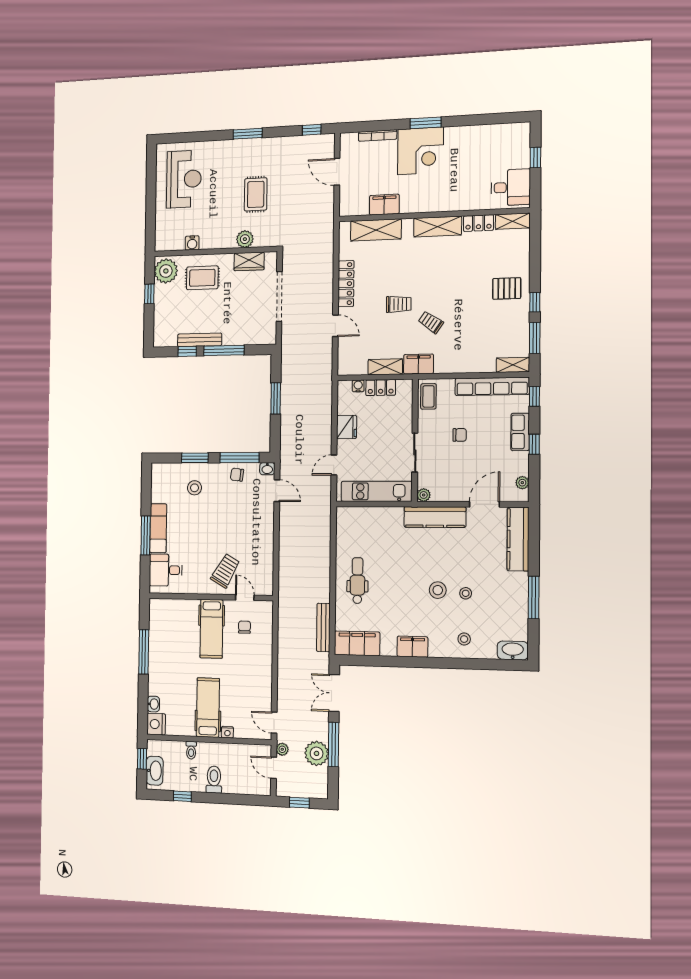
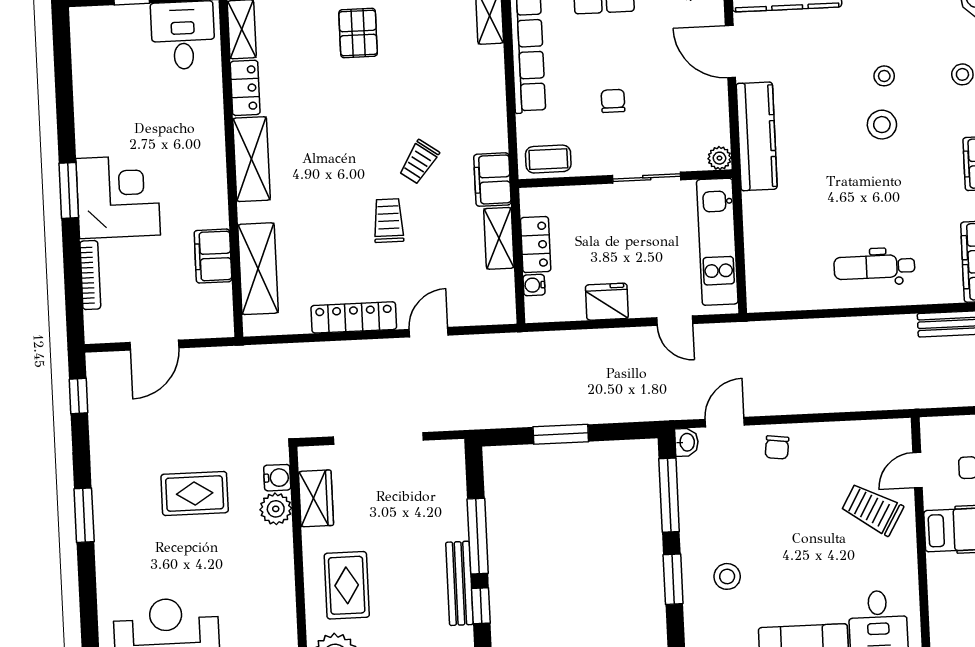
water cooler: (192, 243) -> (277, 478), moved
chair: (237, 475) -> (777, 447), moved

